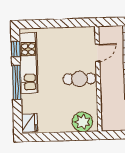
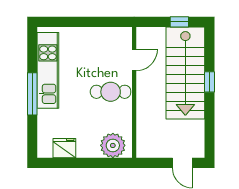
window: (16, 49) -> (32, 52), removed
fridge: (30, 123) -> (64, 148), moved, turned -90

